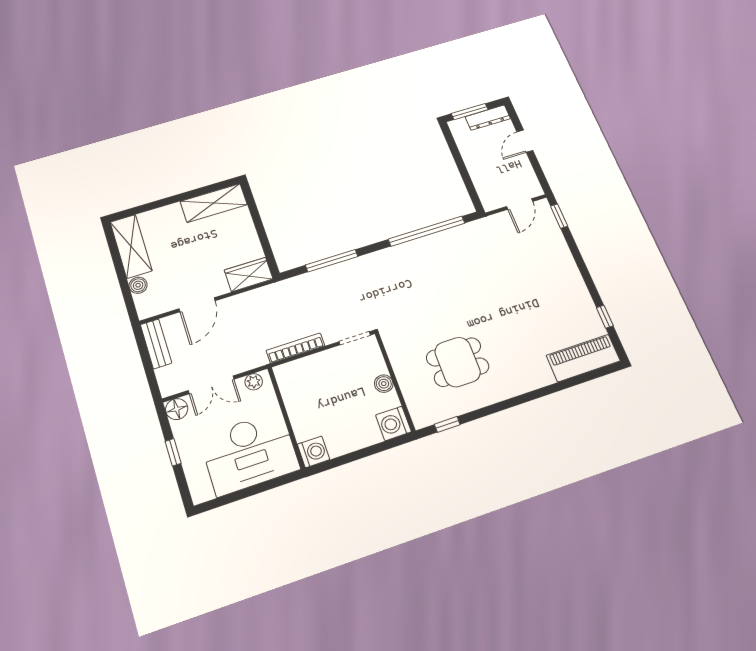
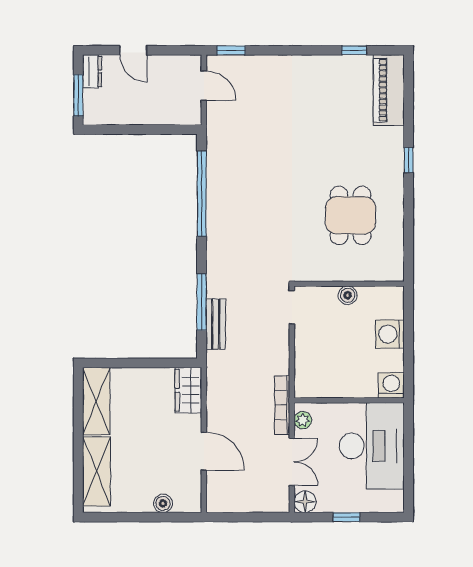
dresser: (488, 118) -> (92, 71), width x0.70
shelving: (131, 246) -> (97, 471), moved, turned 90
bench: (156, 344) -> (216, 324), moved, turned 90
bookcase: (295, 348) -> (282, 405), moved
washing machine: (393, 423) -> (390, 334), moved, turned 90
window: (447, 424) -> (409, 160), moved

